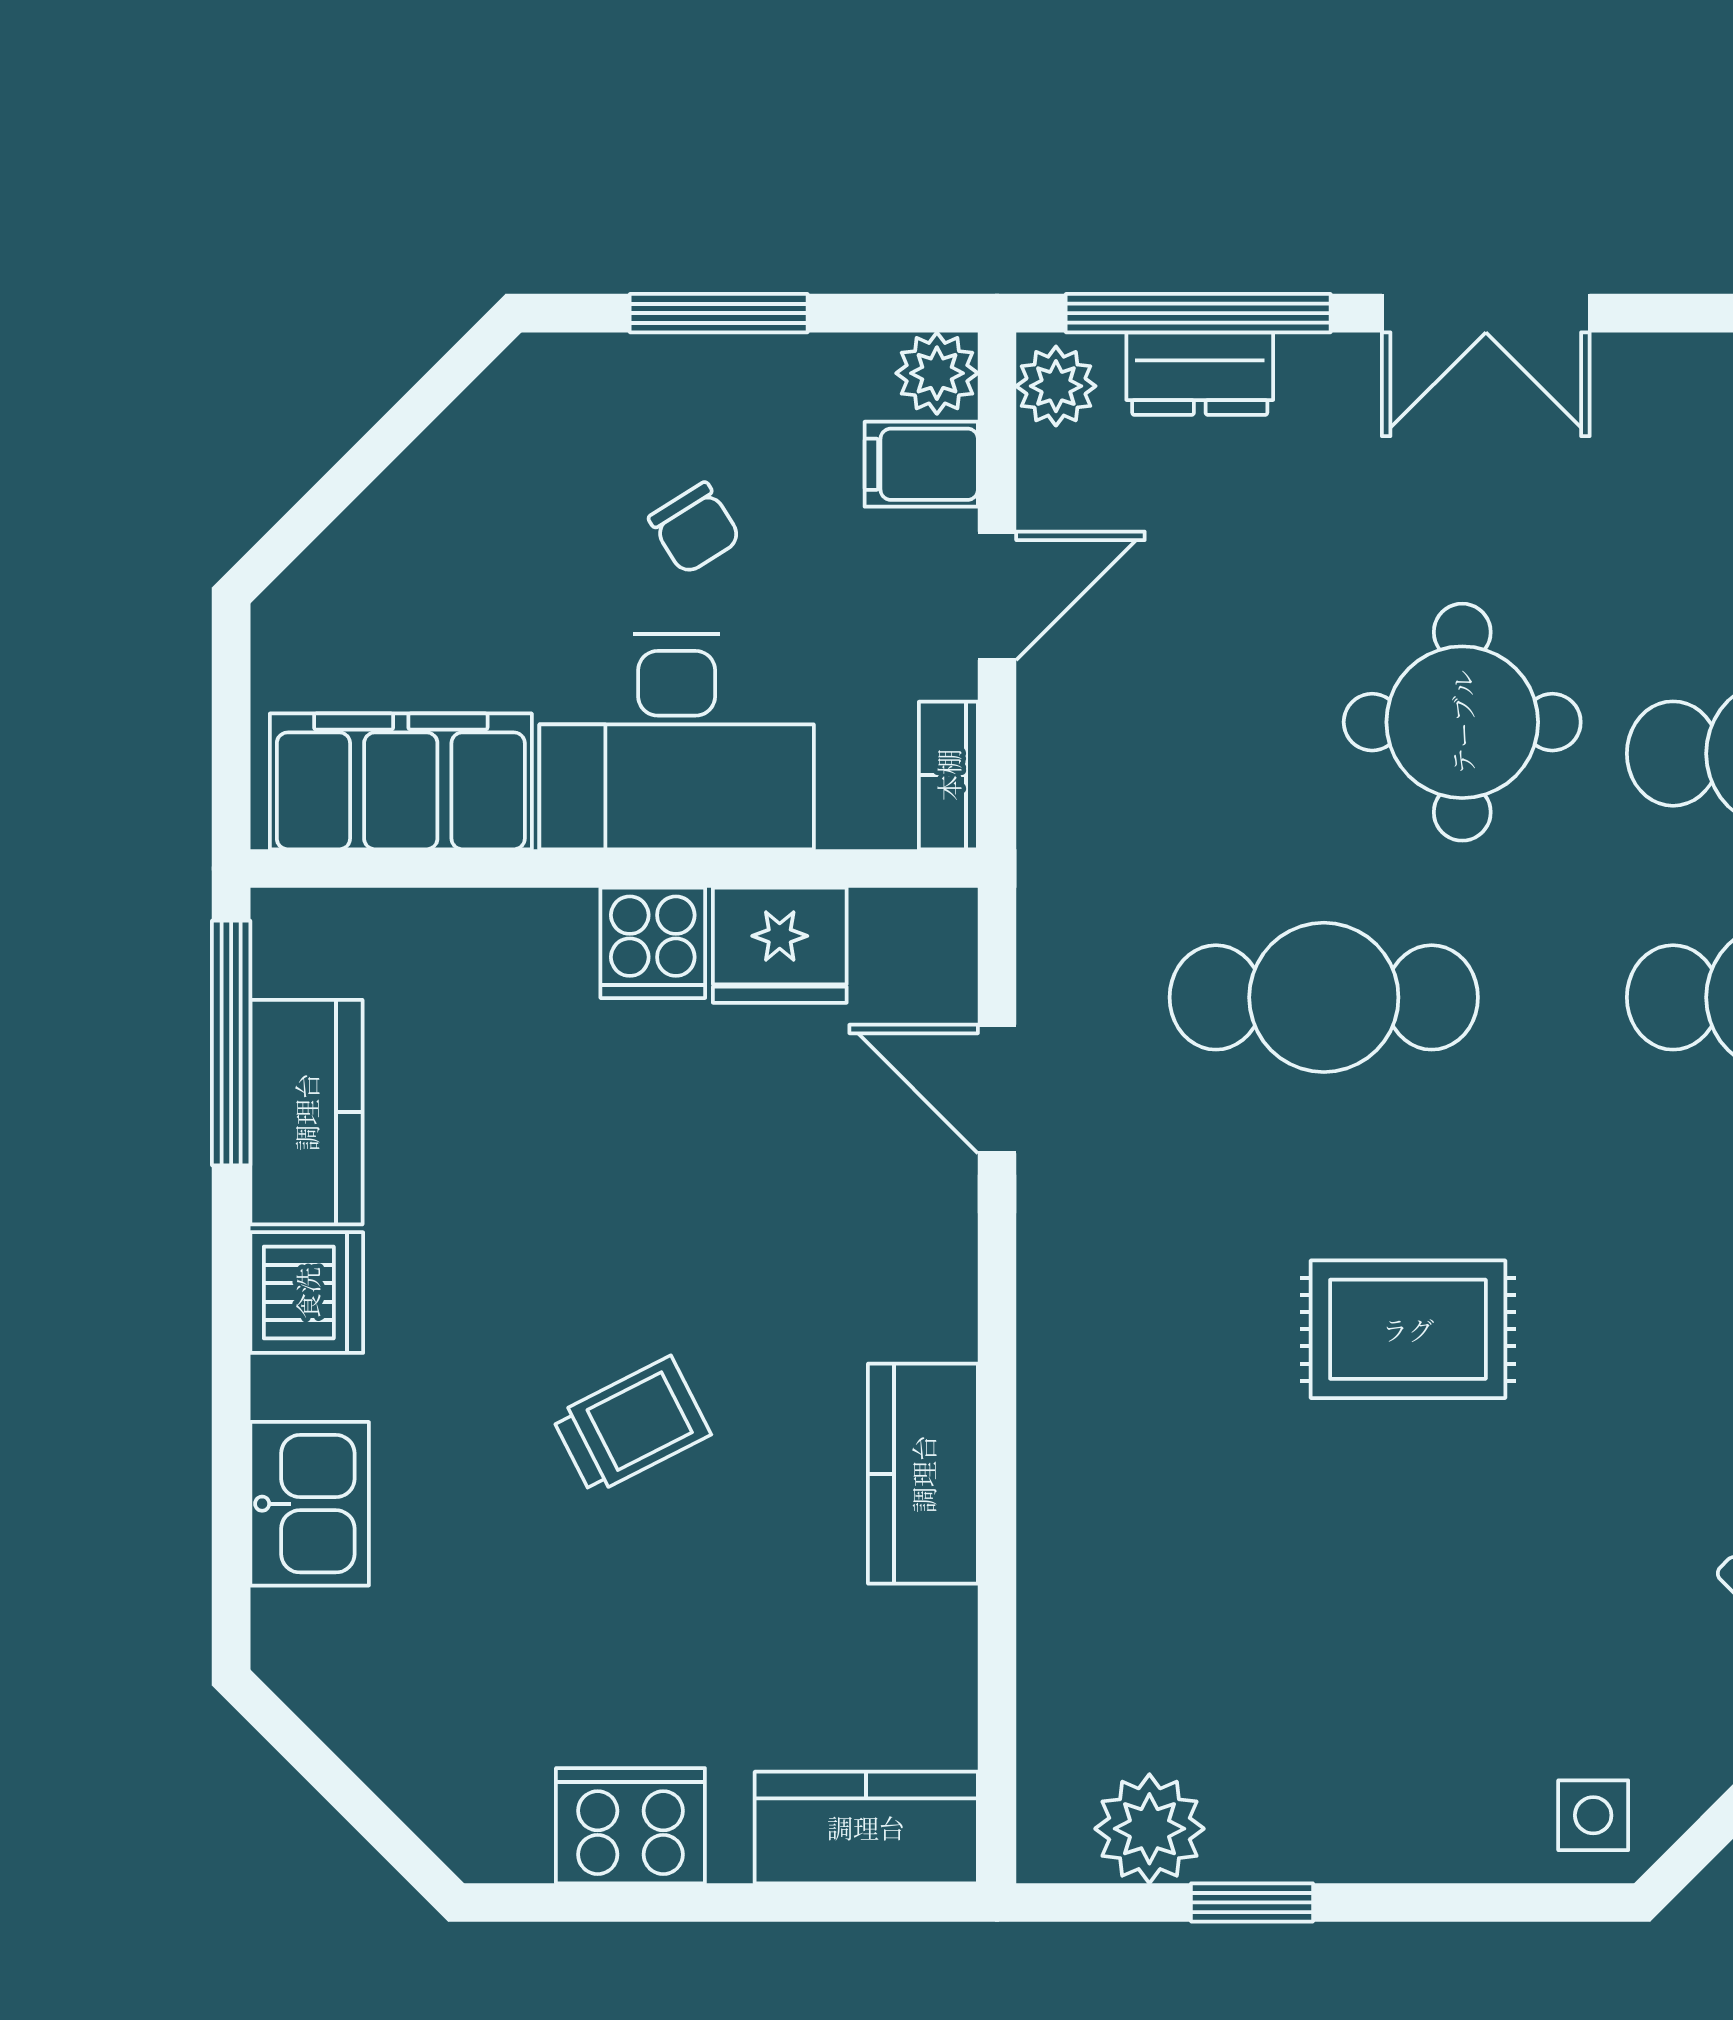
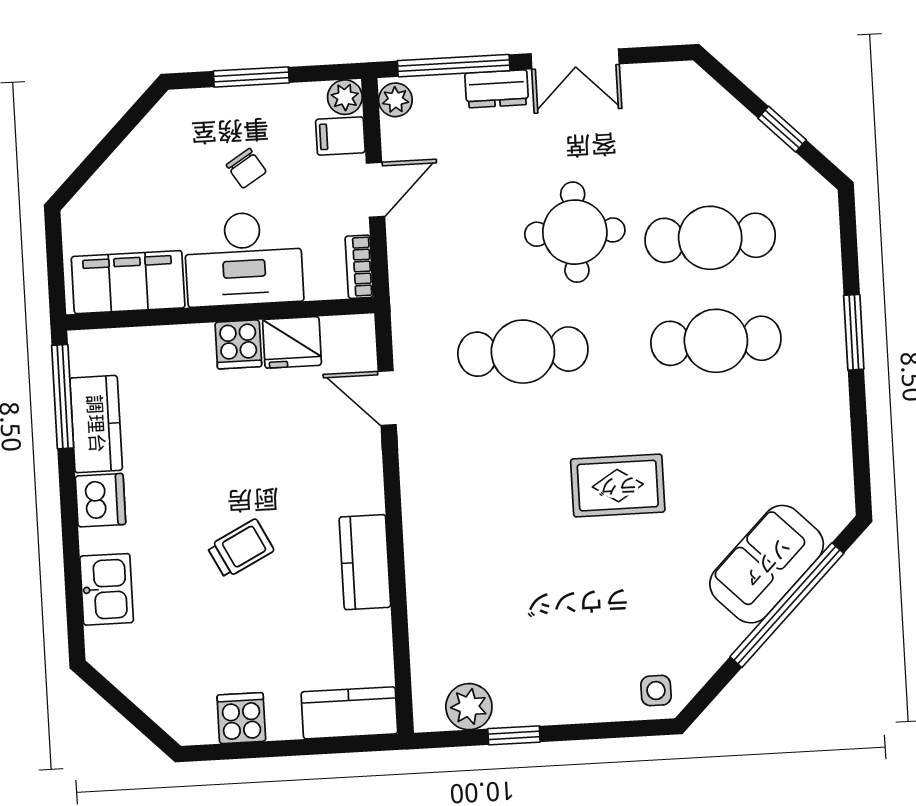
dresser: (1200, 374) -> (497, 89), moved
rug: (1408, 1329) -> (618, 486), moved
cooker: (630, 1826) -> (241, 718), width x0.73

